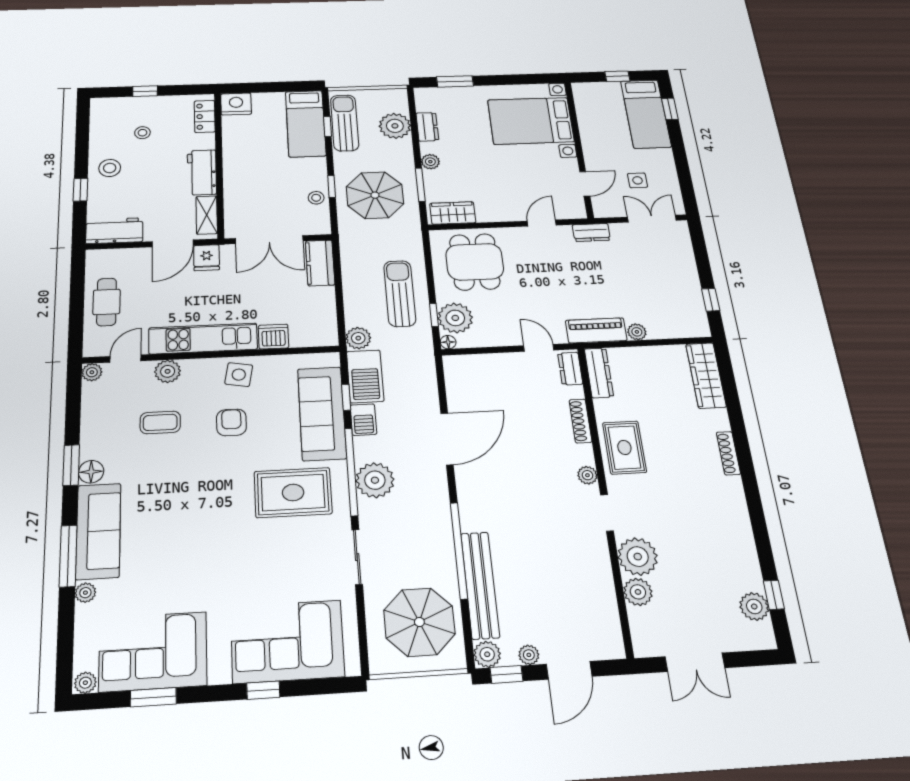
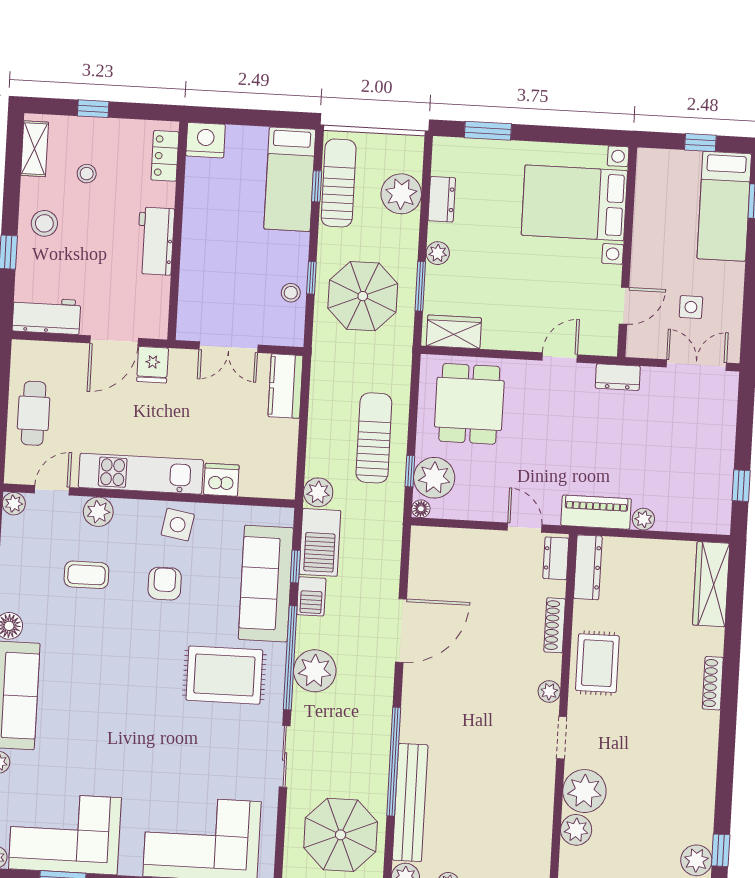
shelving: (207, 215) -> (35, 149), moved
double door: (269, 240) -> (229, 347), width x0.73

